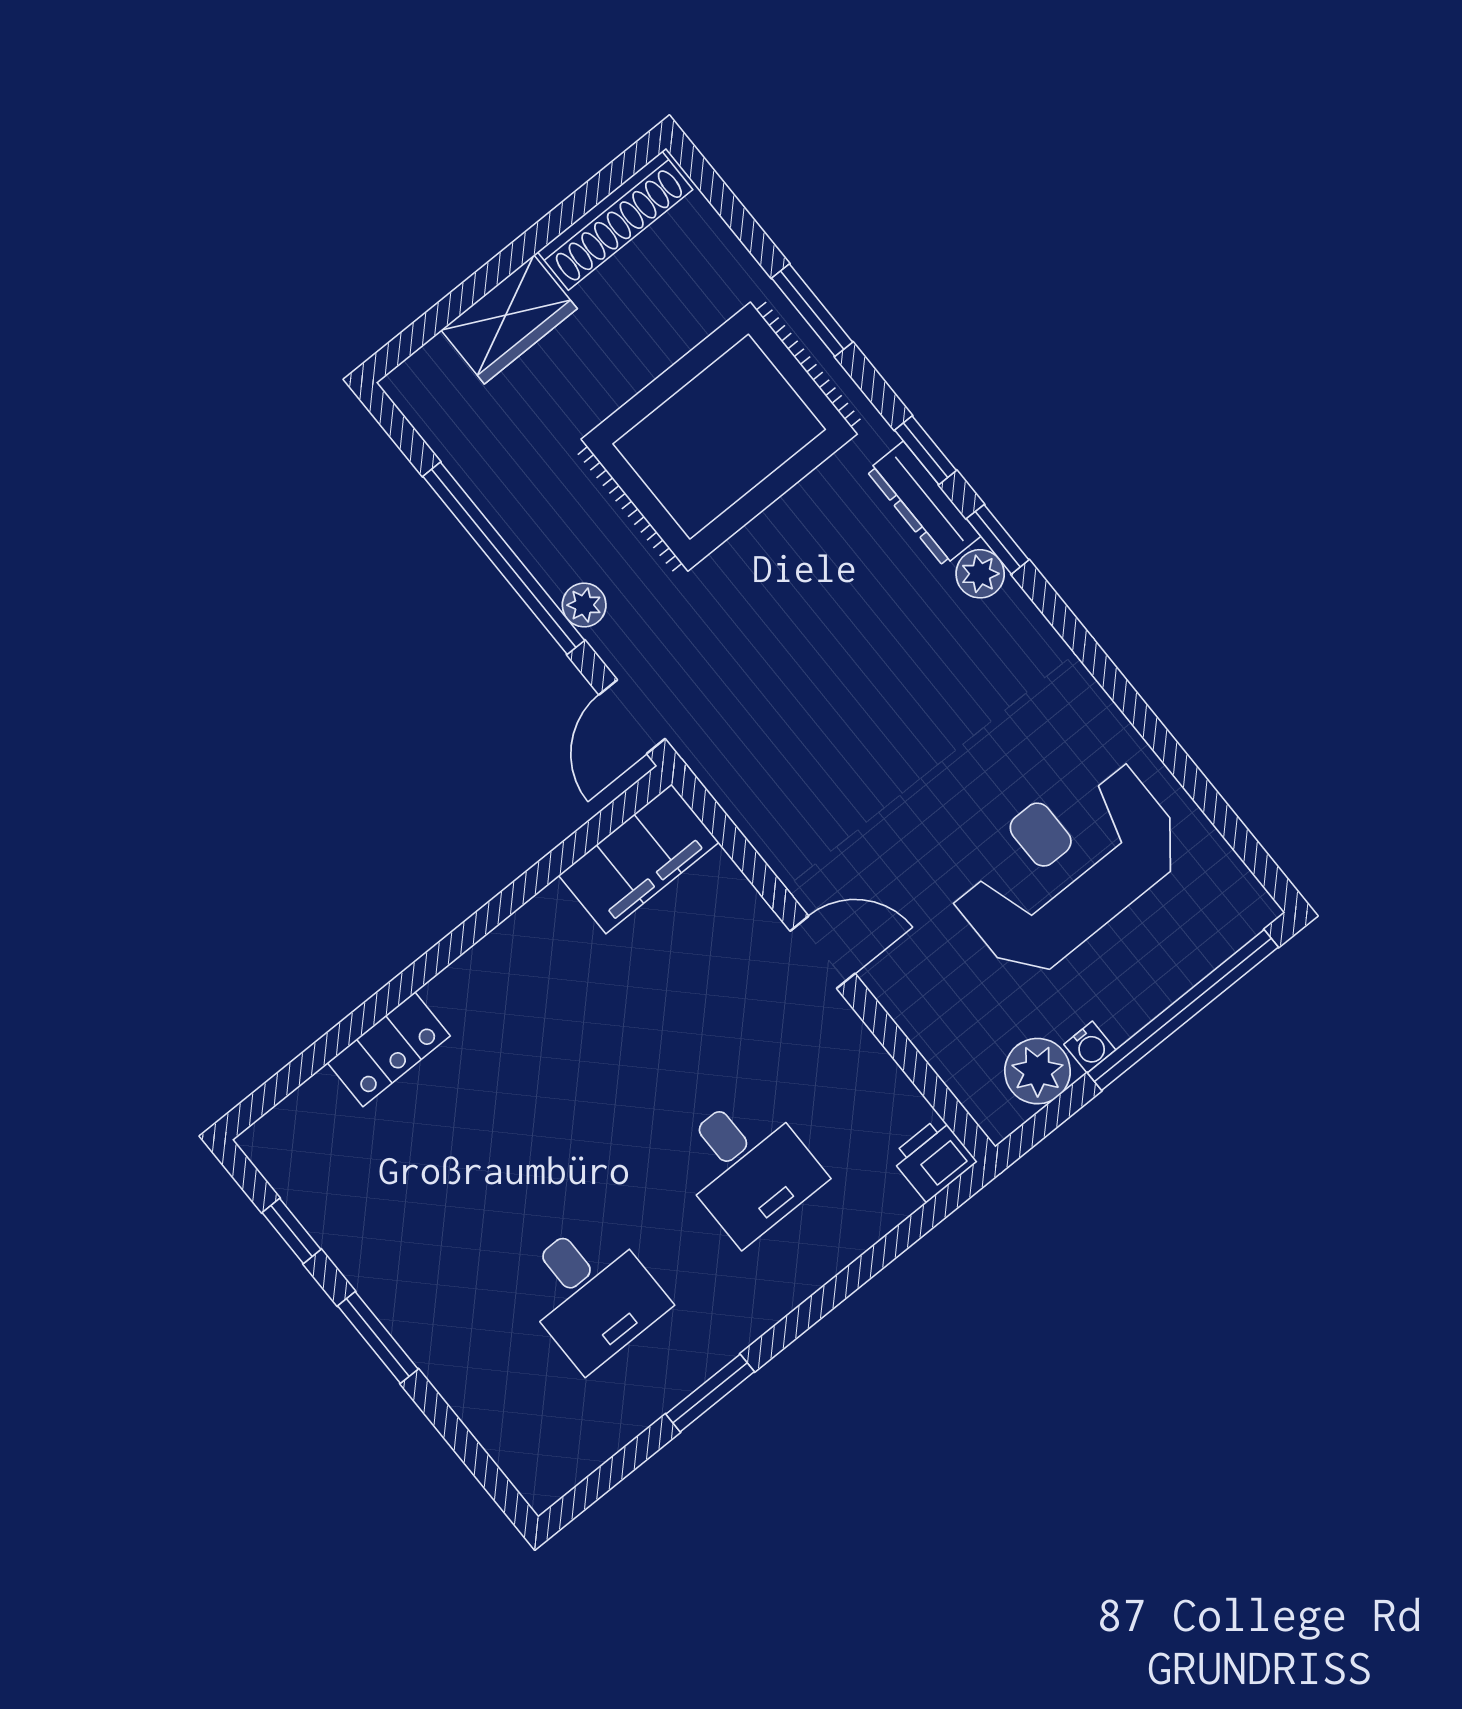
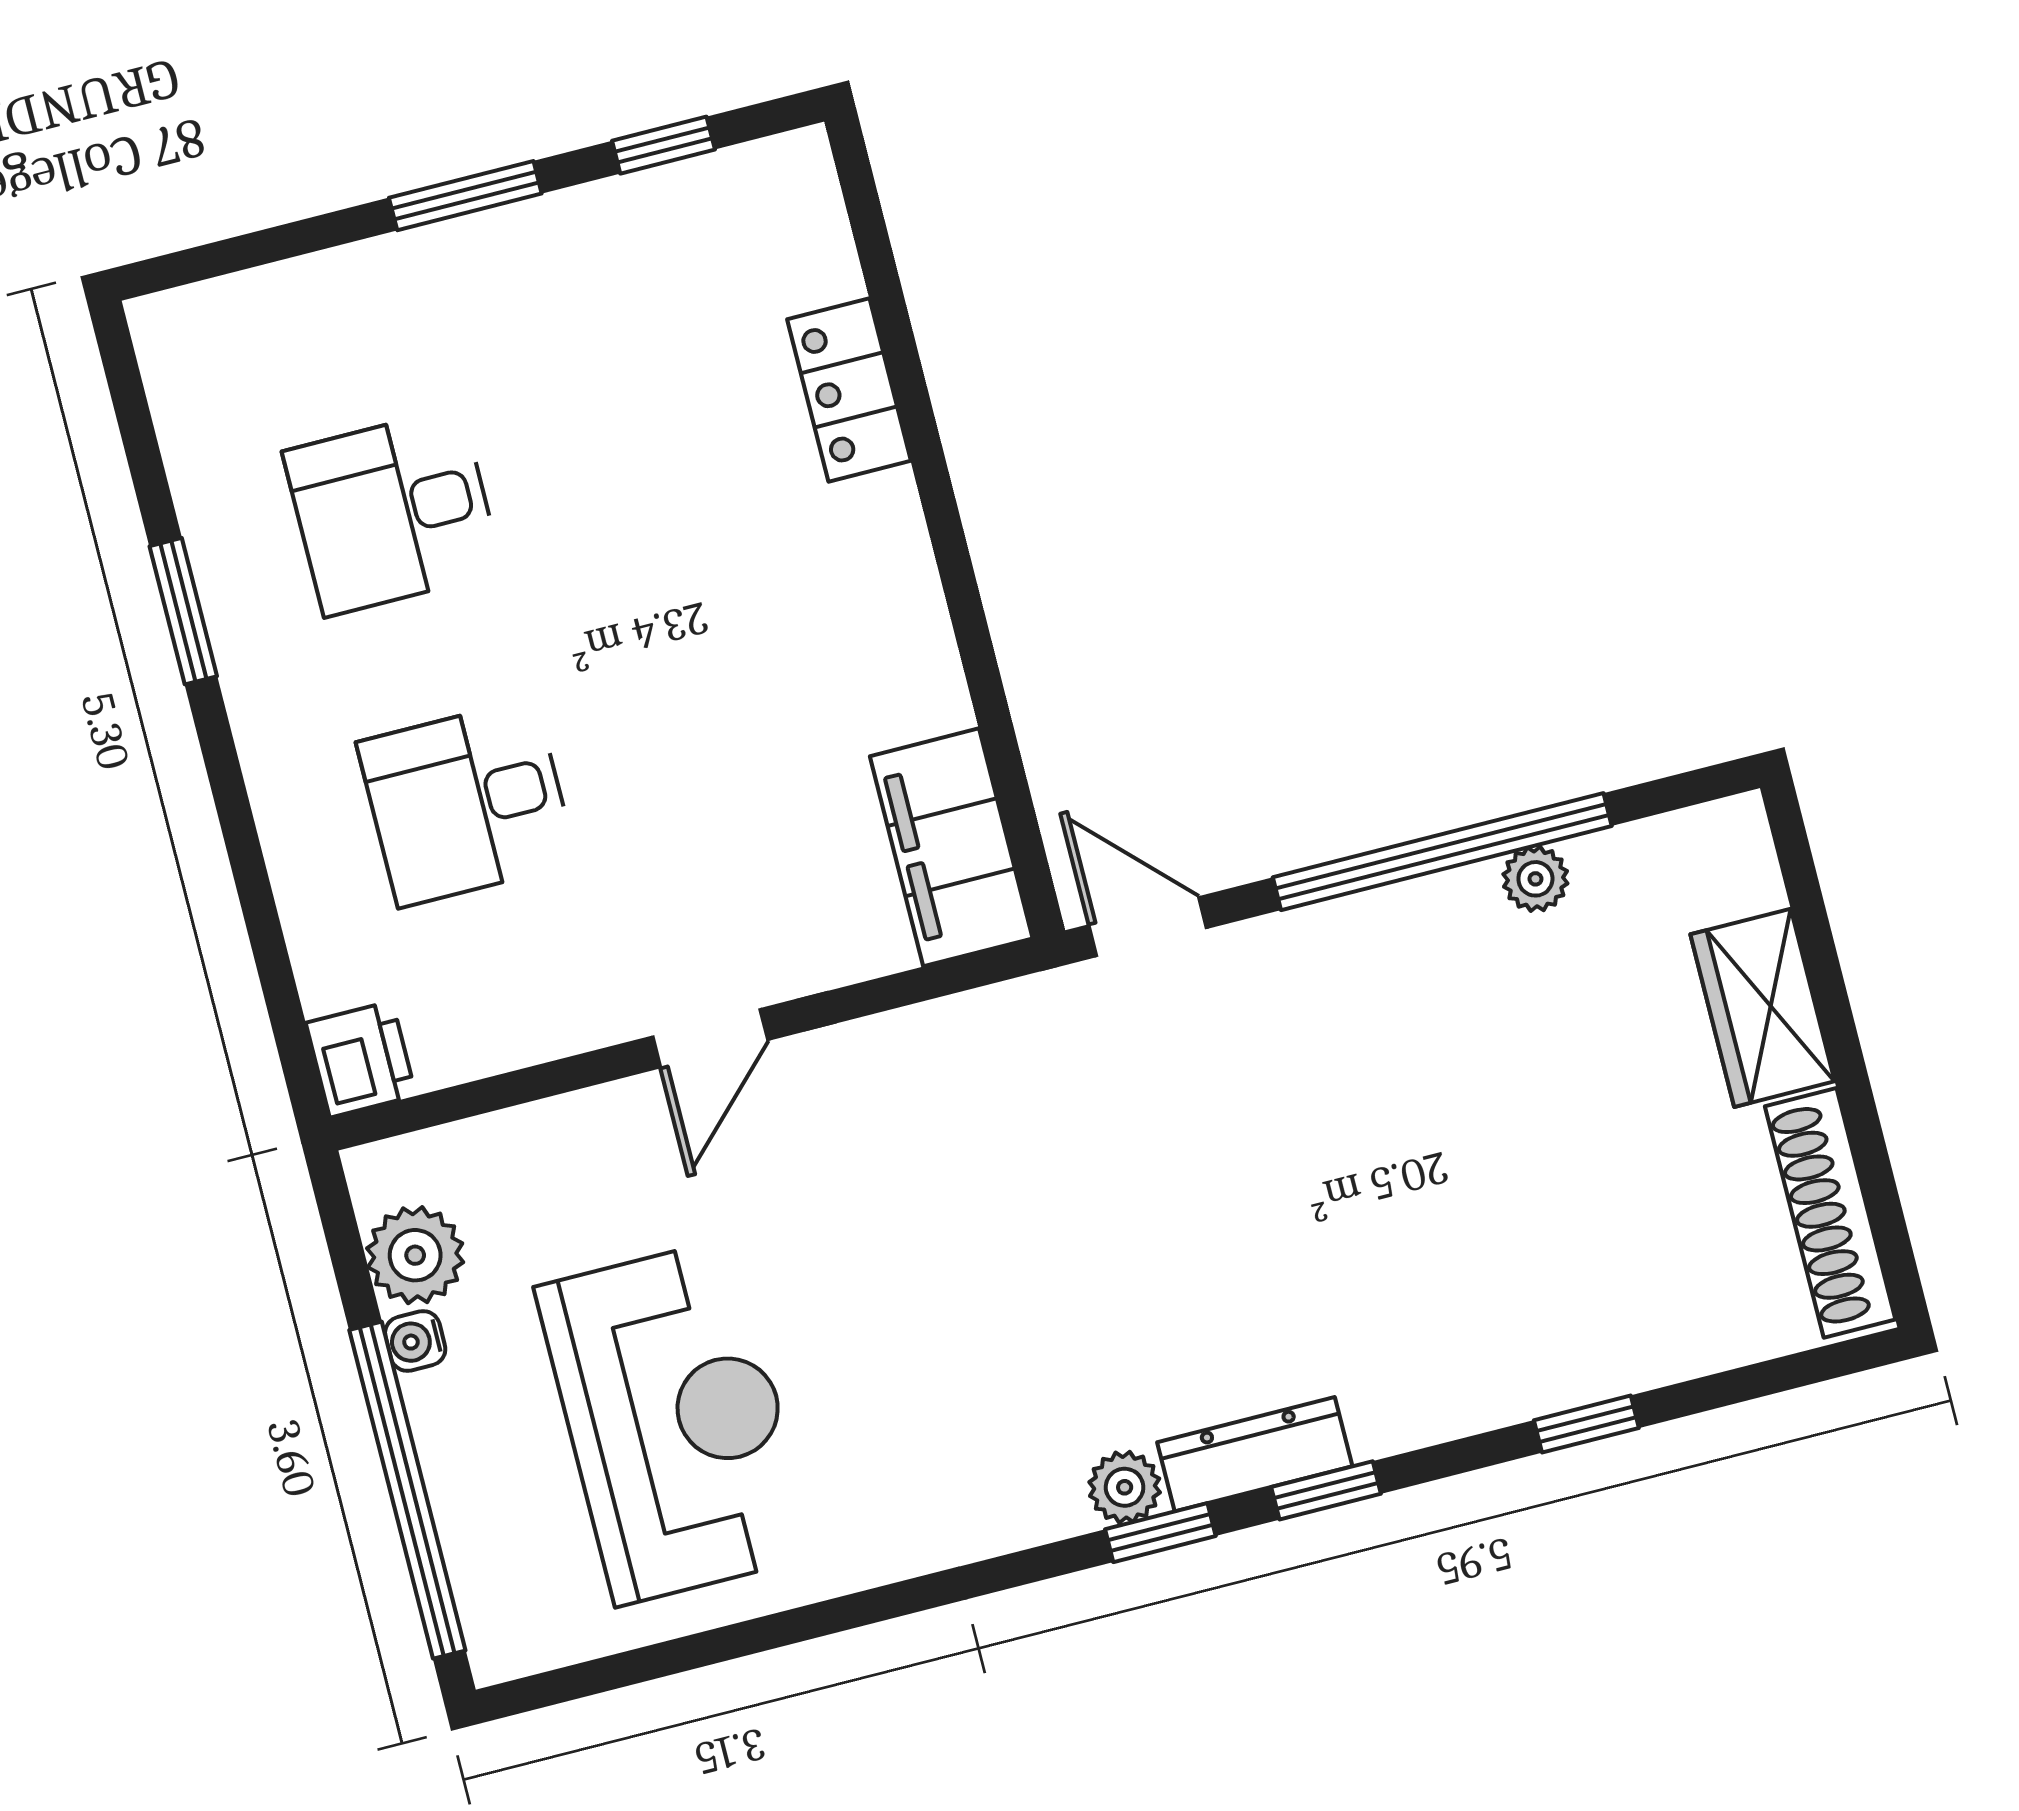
window: (812, 310) -> (1586, 1424), width x0.67
rug: (719, 437) -> (1473, 1219), removed
plant: (584, 605) -> (1535, 879), moved

